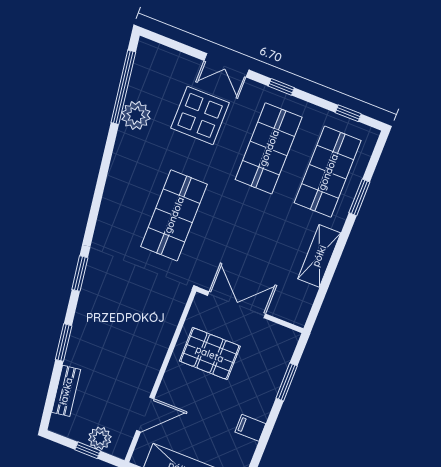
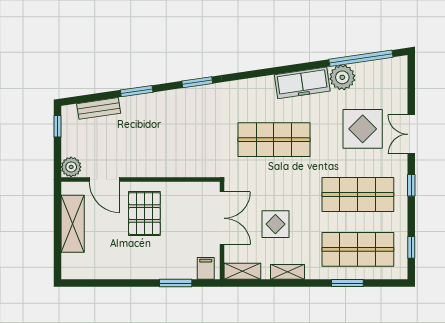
freezer: (125, 161) -> (302, 83), added
display table: (266, 250) -> (275, 224), added
shelving: (319, 256) -> (287, 272), width x0.67, depth x0.75
shelving: (302, 305) -> (242, 271), added
pallet: (210, 354) -> (144, 214), moved
filing cabinet: (250, 428) -> (206, 268), moved
plant: (100, 438) -> (71, 167), moved
window: (88, 450) -> (58, 126), moved

